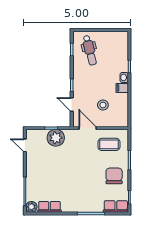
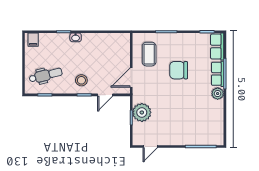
filing cabinet: (122, 88) -> (33, 40), moved
stool: (103, 105) -> (81, 80), moved
chair: (114, 176) -> (179, 70), moved
plant: (31, 207) -> (218, 94), moved
row of seats: (49, 207) -> (218, 74), moved

